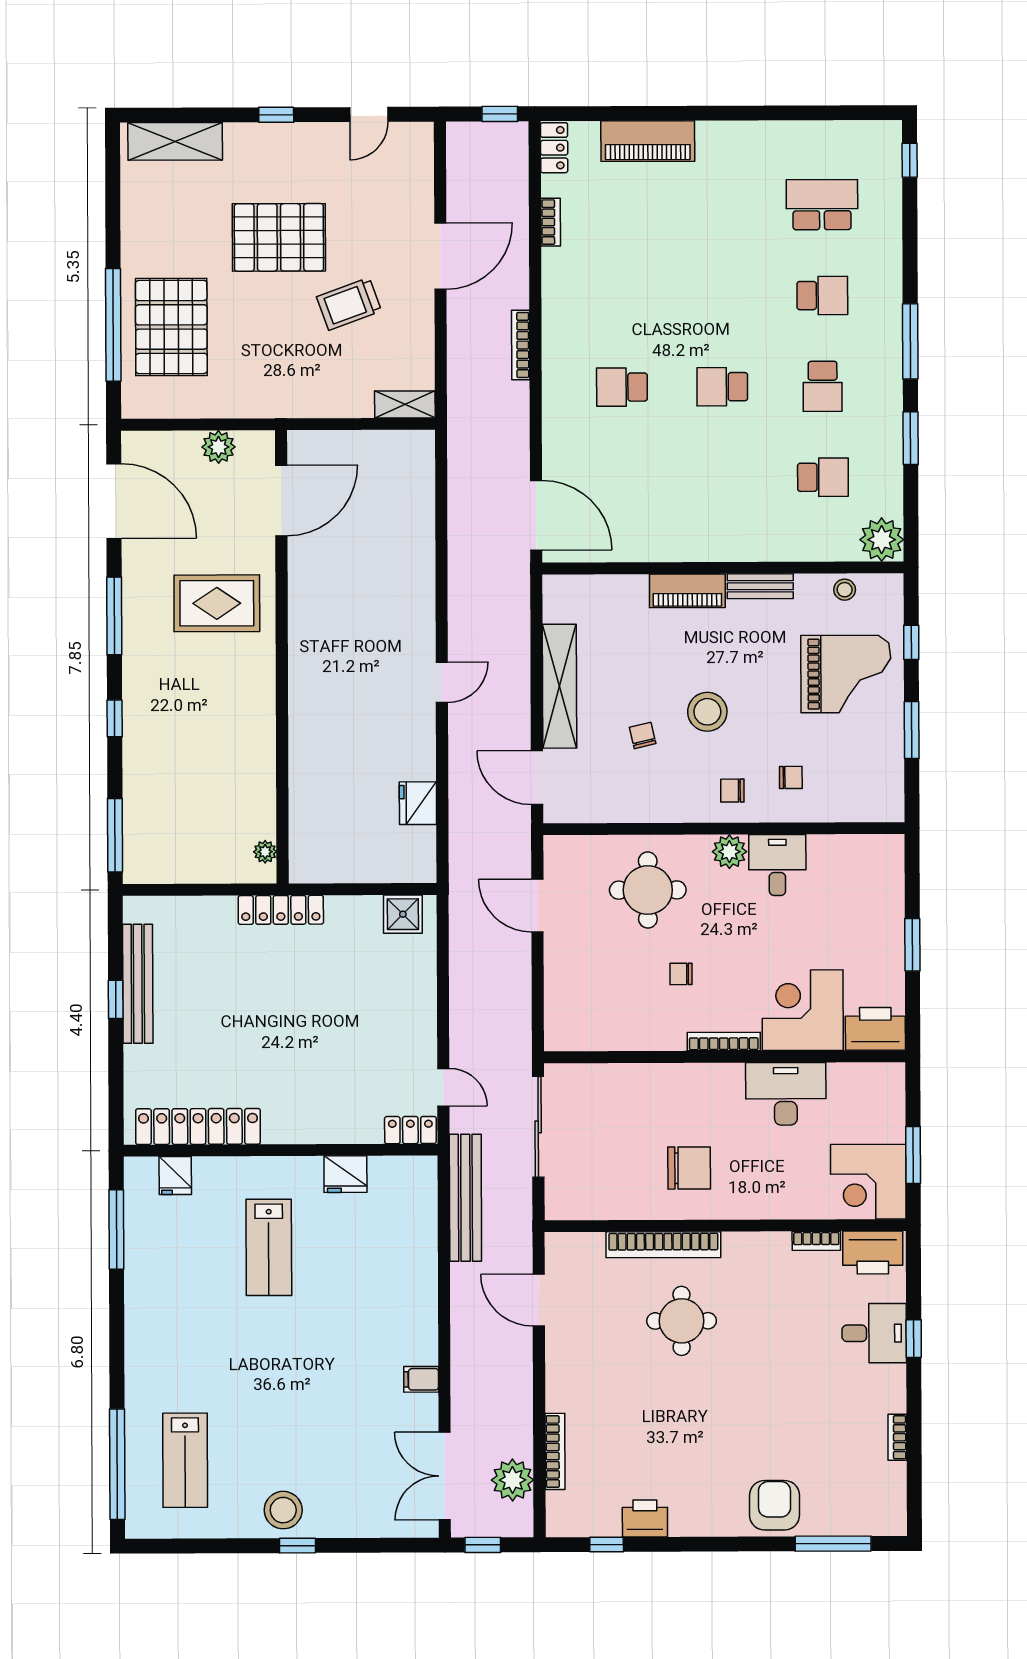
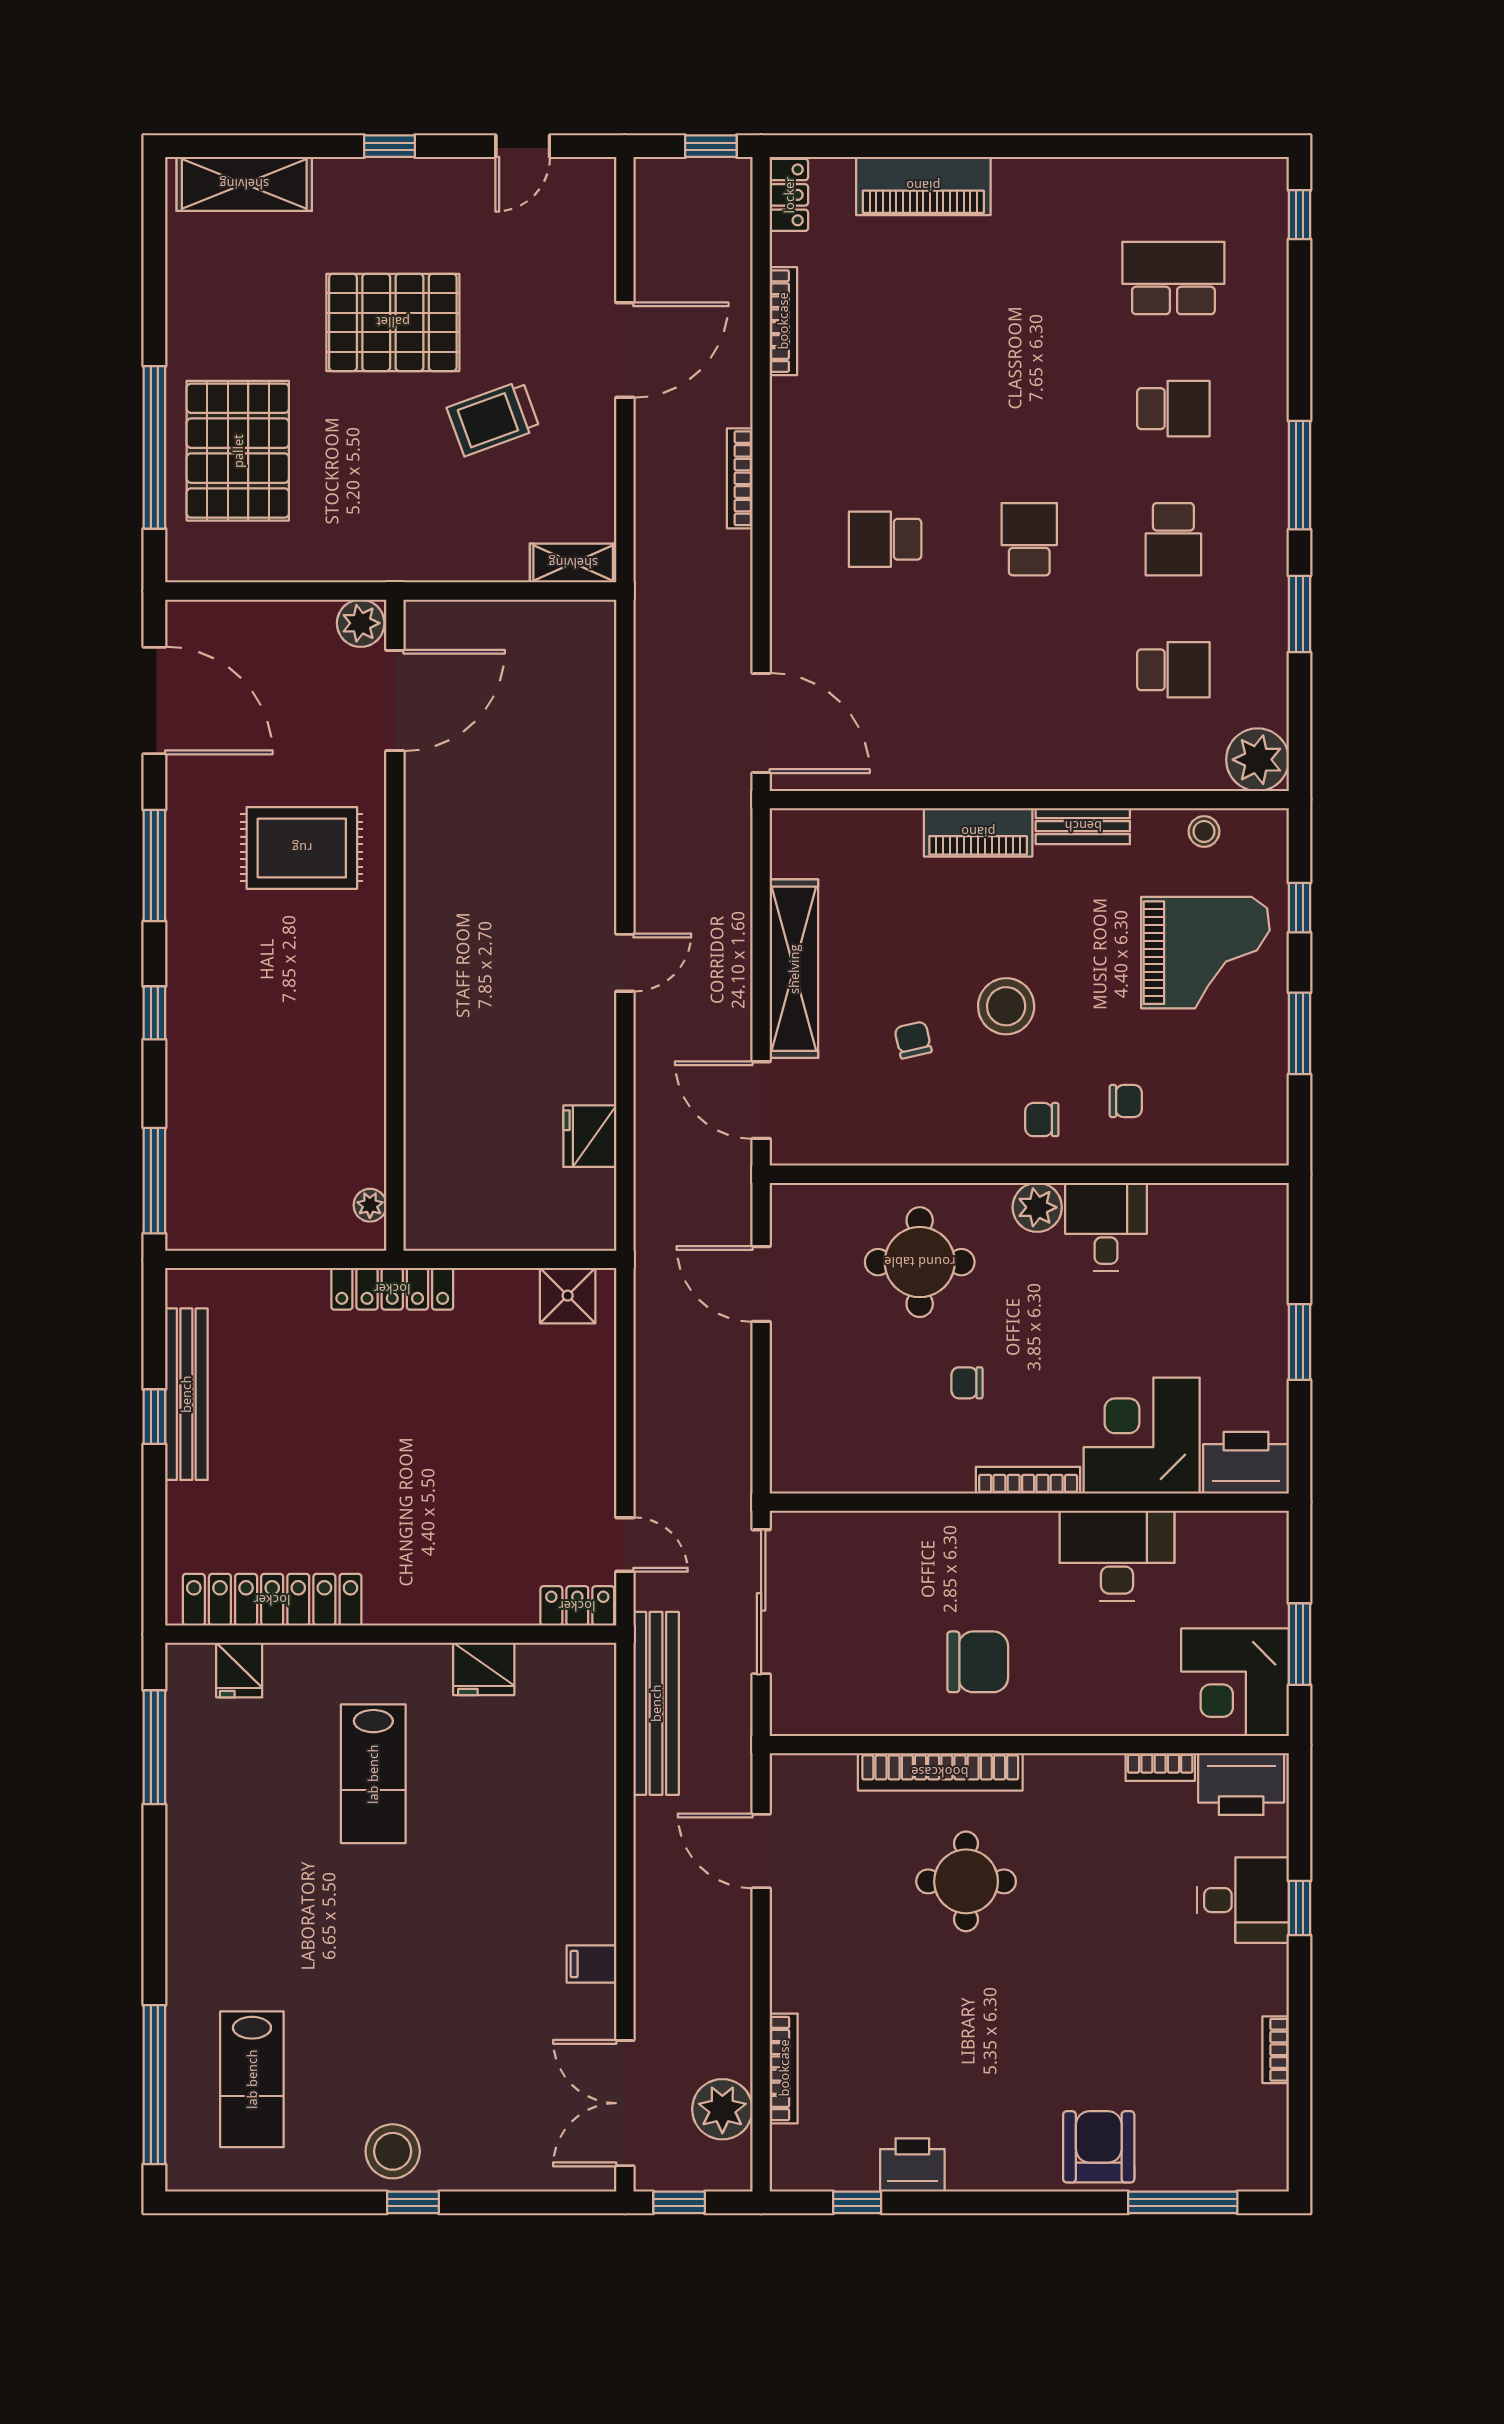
bookcase: (551, 222) -> (783, 321), width x1.56
school desk: (722, 387) -> (1029, 539), turned 90
plant: (218, 447) -> (361, 623), moved

